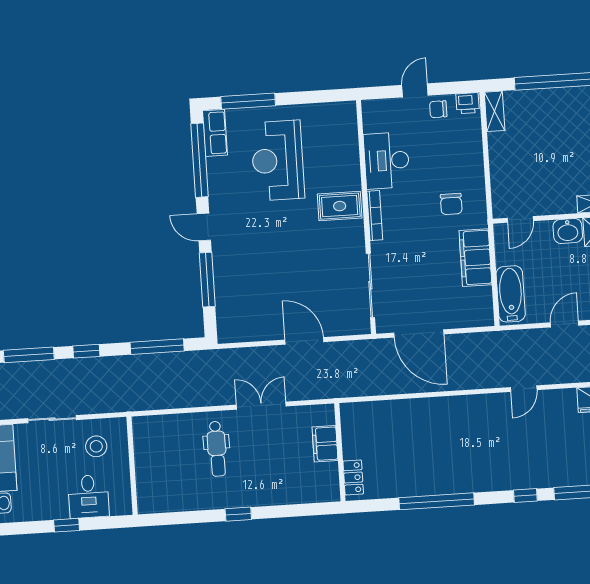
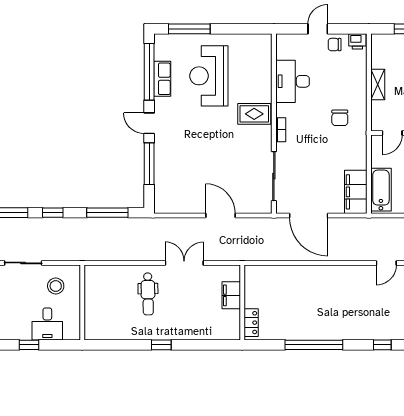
shelving: (495, 111) -> (378, 84), moved
row of seats: (215, 133) -> (162, 79), moved
bookcase: (375, 216) -> (281, 130), width x0.64
filing cabinet: (475, 258) -> (356, 192), moved

